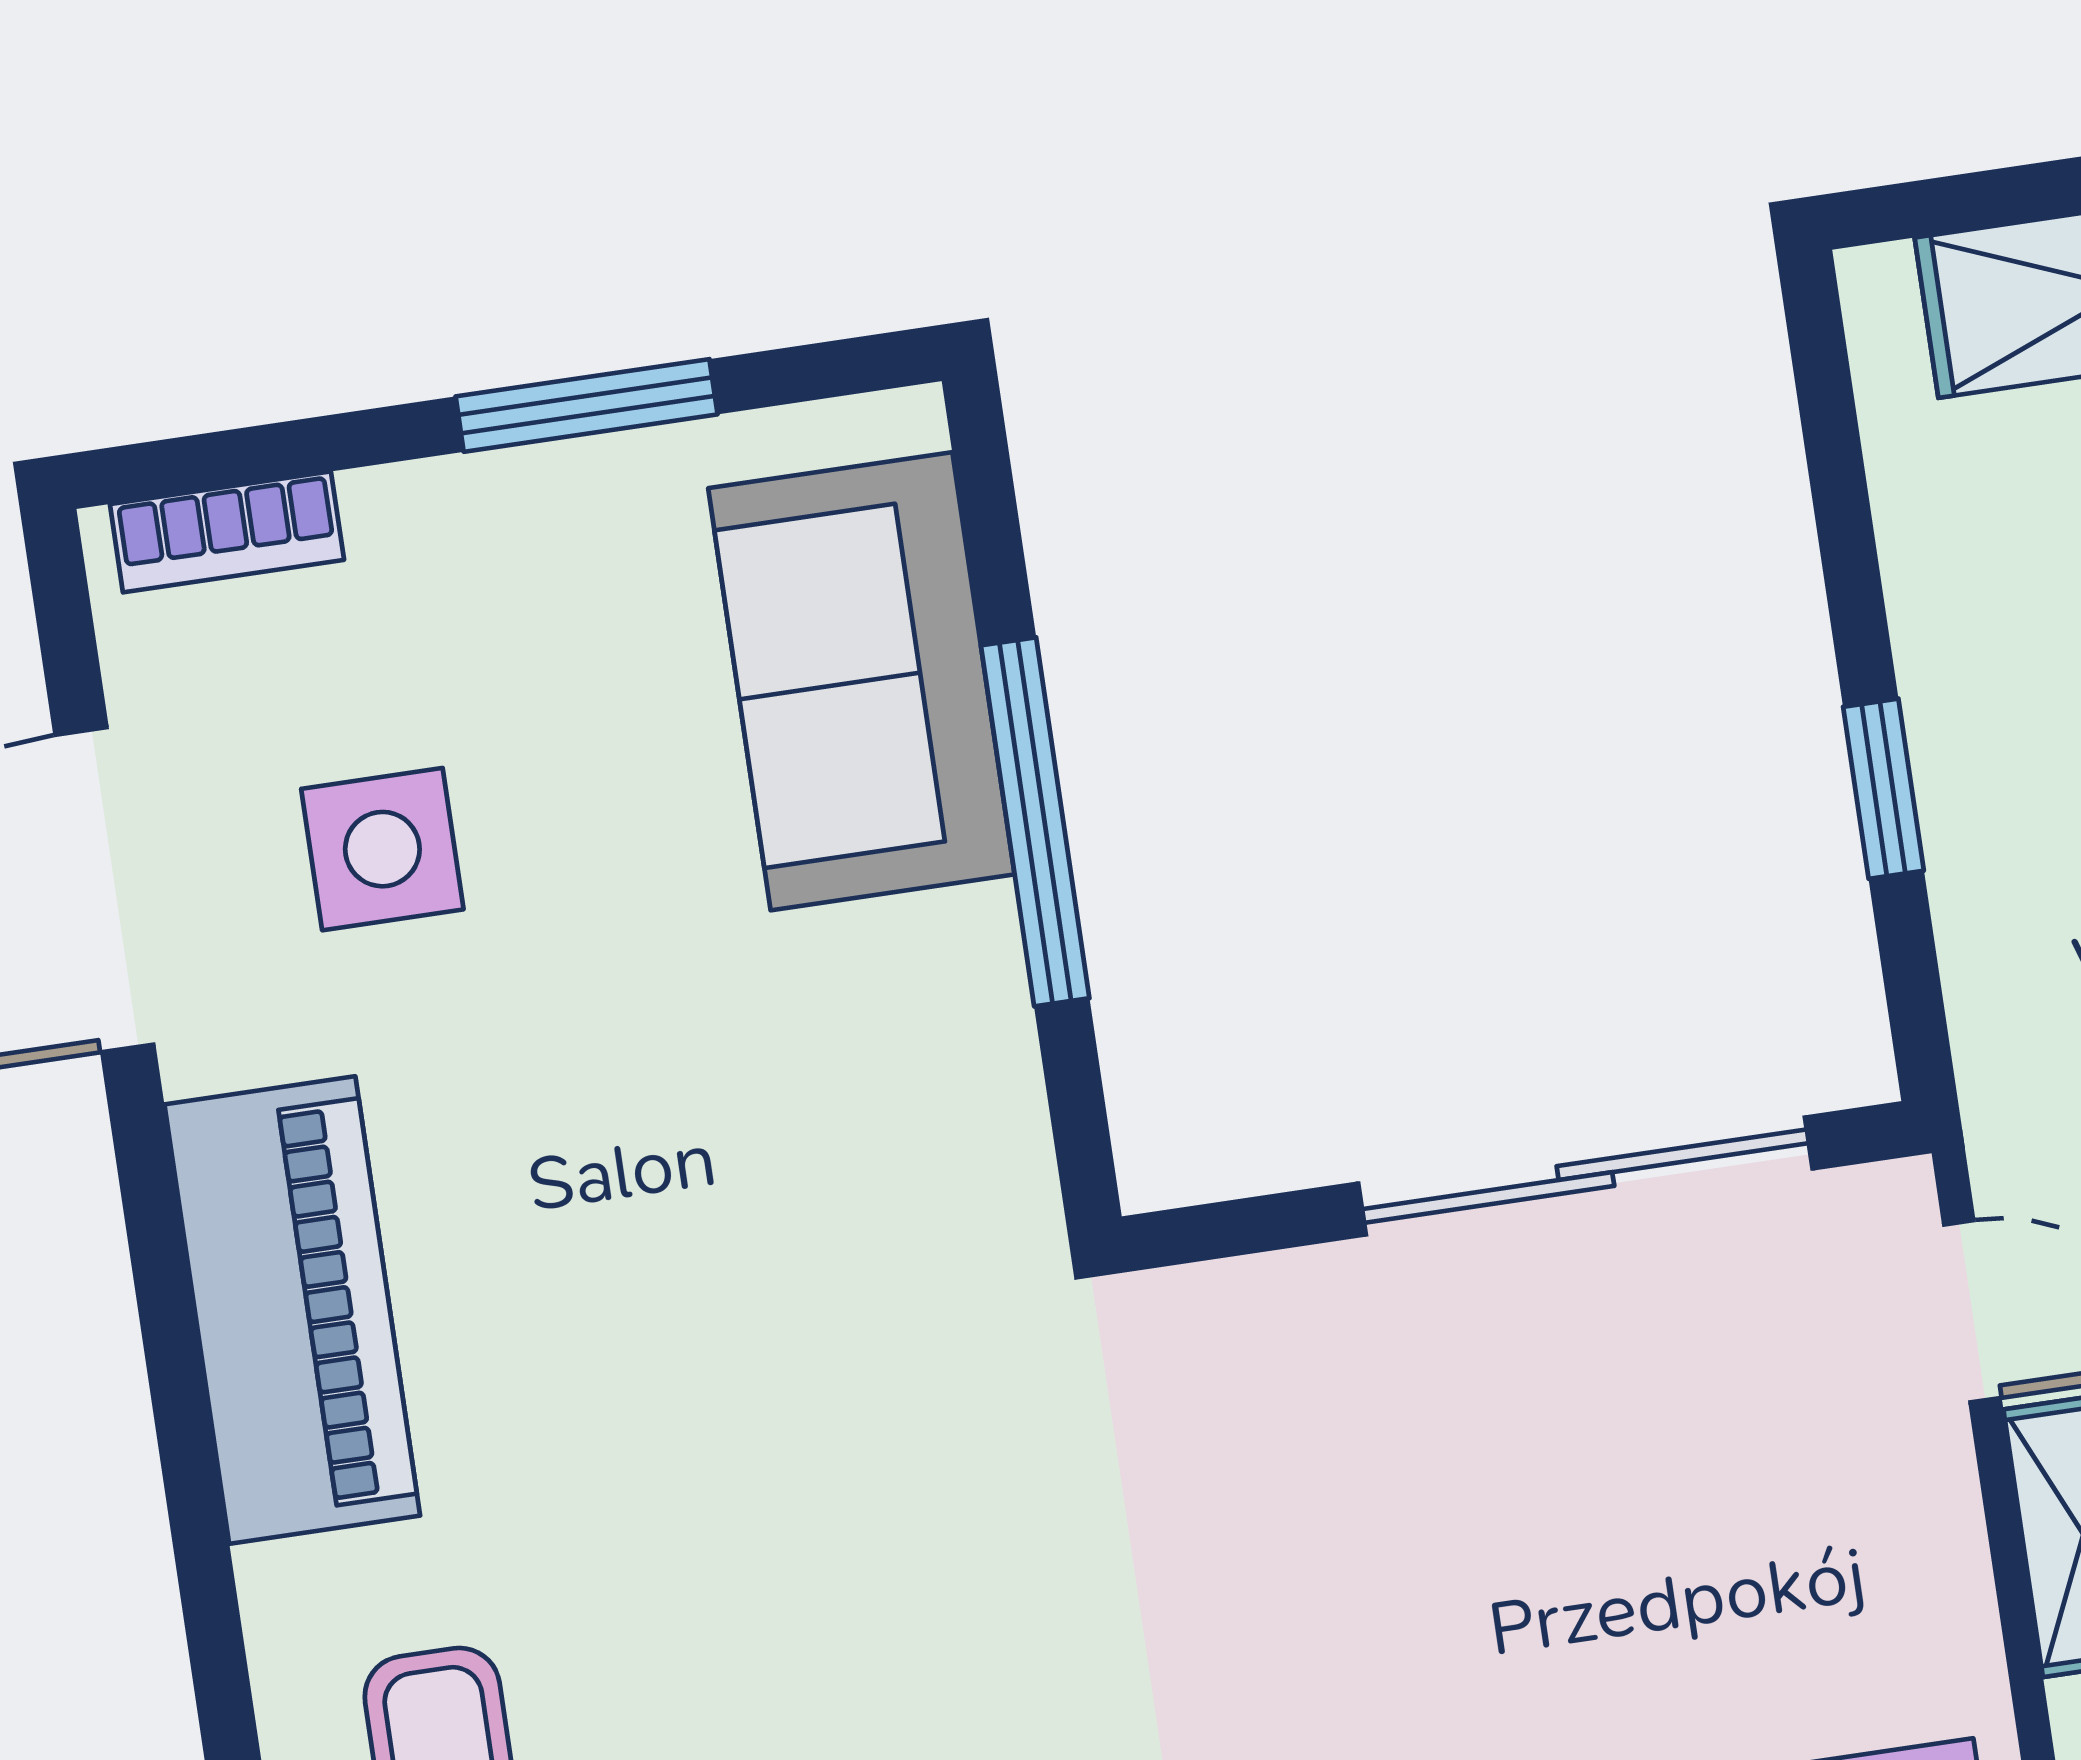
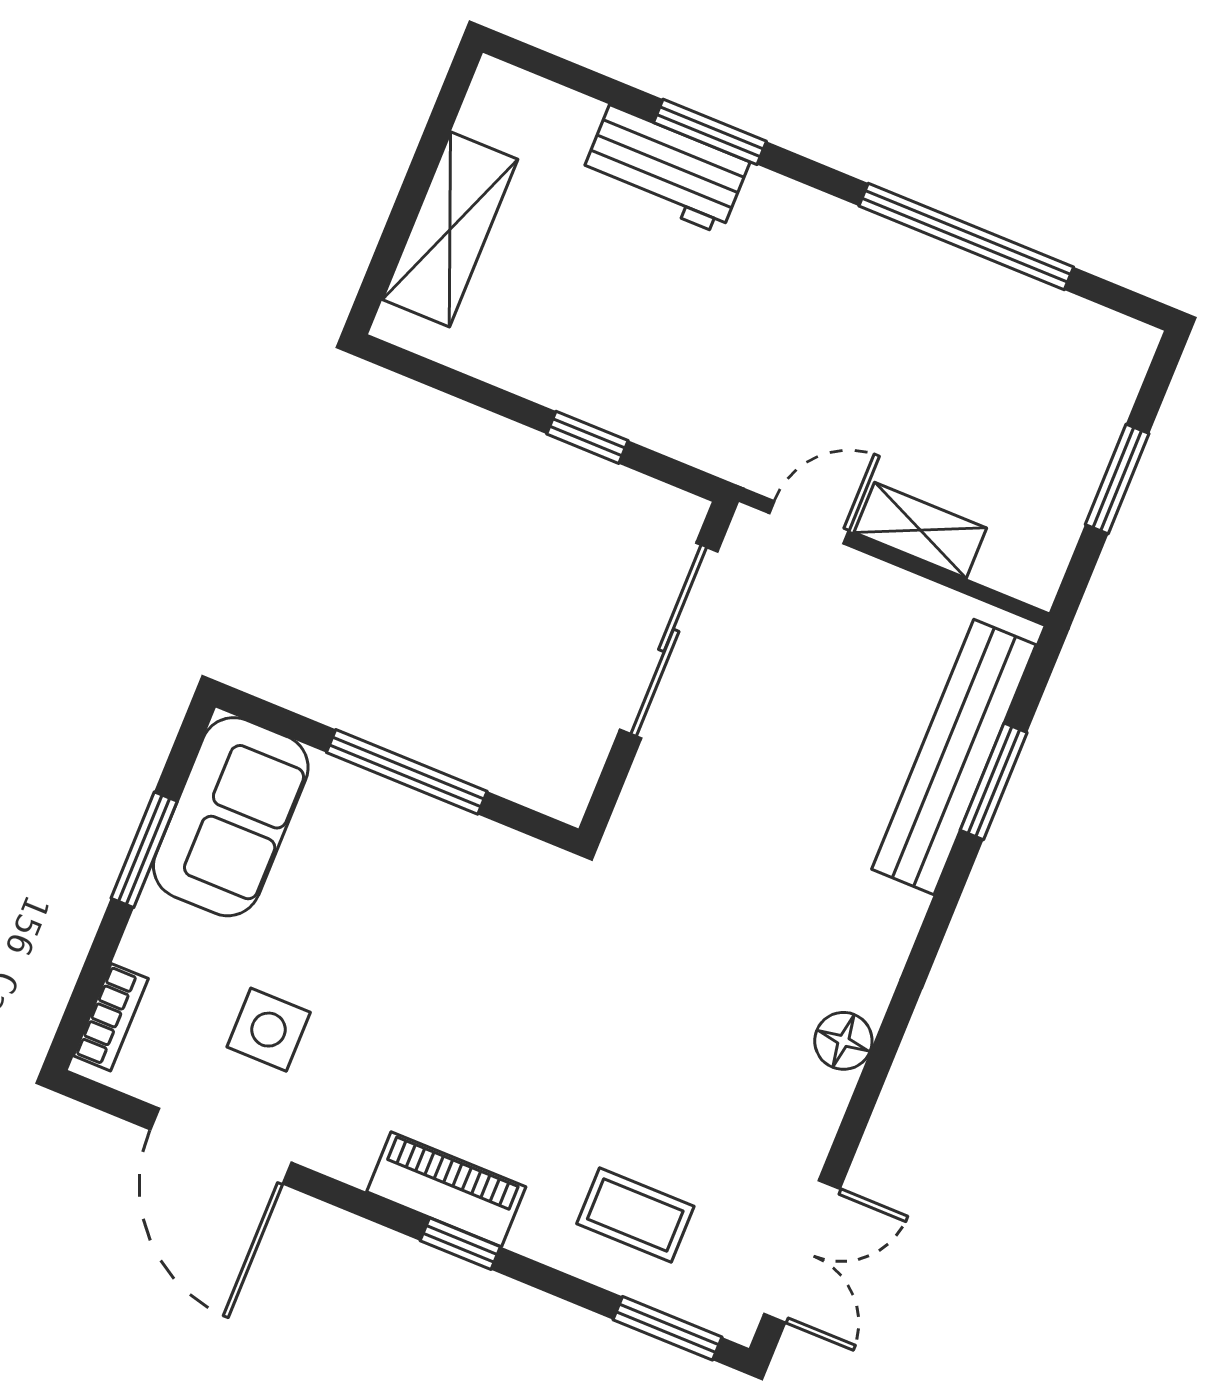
sofa: (861, 681) -> (231, 817), moved, turned -90
piano: (292, 1310) -> (446, 1189), width x0.73, depth x0.75
window: (189, 1461) -> (460, 1244), added

